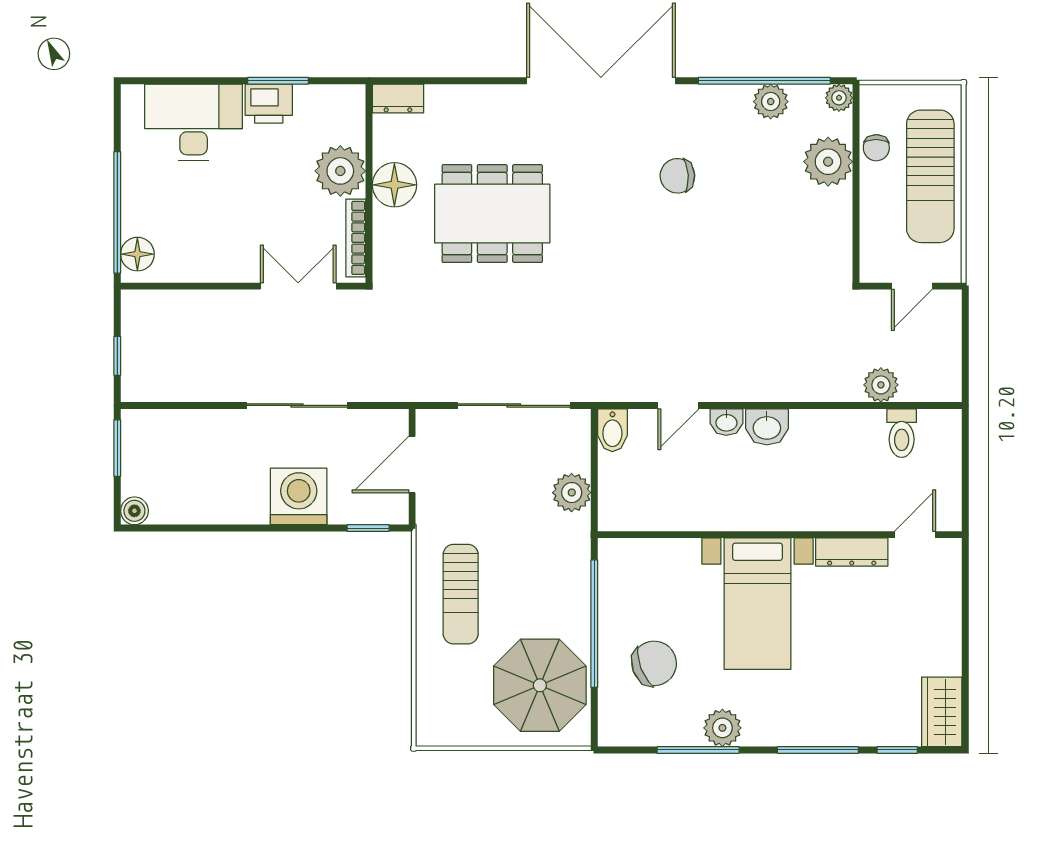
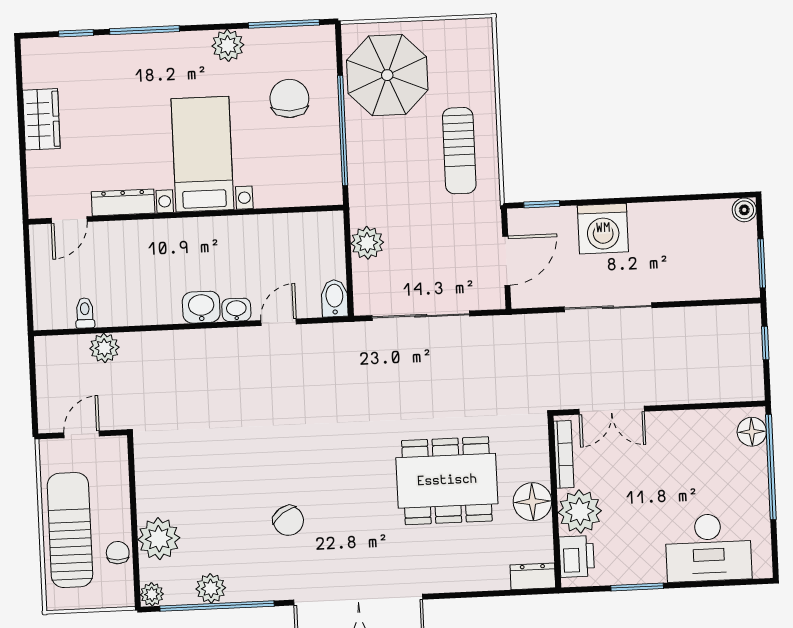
printer: (269, 104) -> (577, 556), moved, turned 90
chair: (677, 176) -> (288, 521), turned 59
toilet: (902, 433) -> (85, 313), width x0.73, depth x0.72
sun lounger: (461, 594) -> (459, 151), turned 180
chair: (654, 663) -> (289, 98), turned 111
wardrobe: (942, 712) -> (41, 119), moved
window: (698, 750) -> (284, 24), moved

